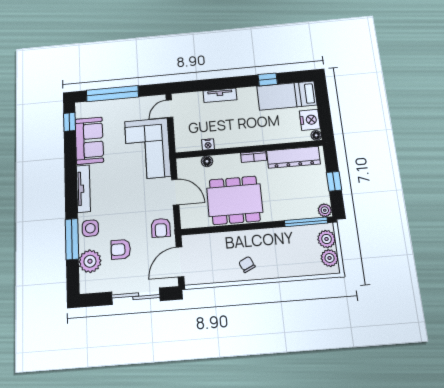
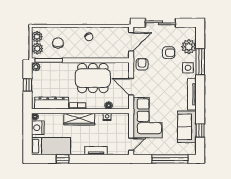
window: (69, 122) -> (200, 131), moved
wardrobe: (249, 138) -> (79, 119), added
chair: (295, 251) -> (58, 43), added

